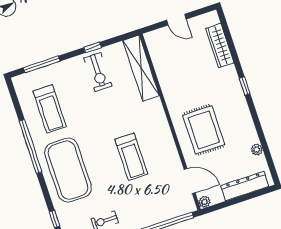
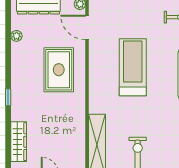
treadmill: (131, 157) -> (133, 67), width x1.37, depth x1.38

